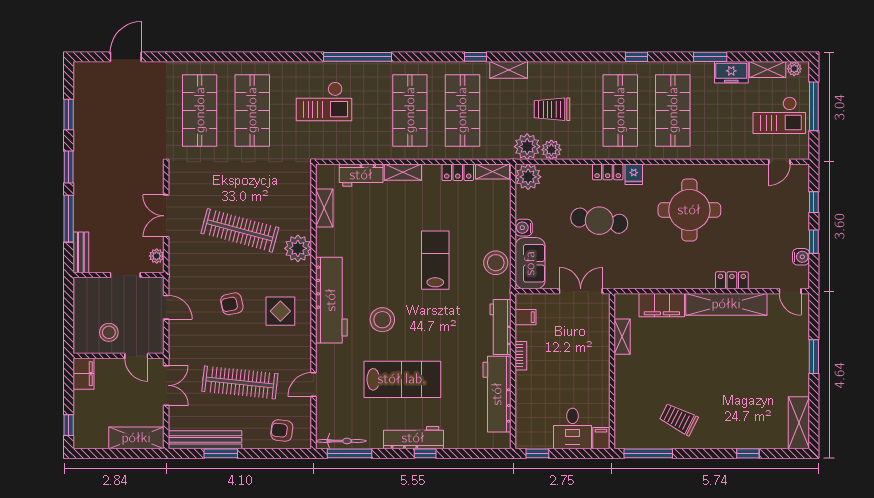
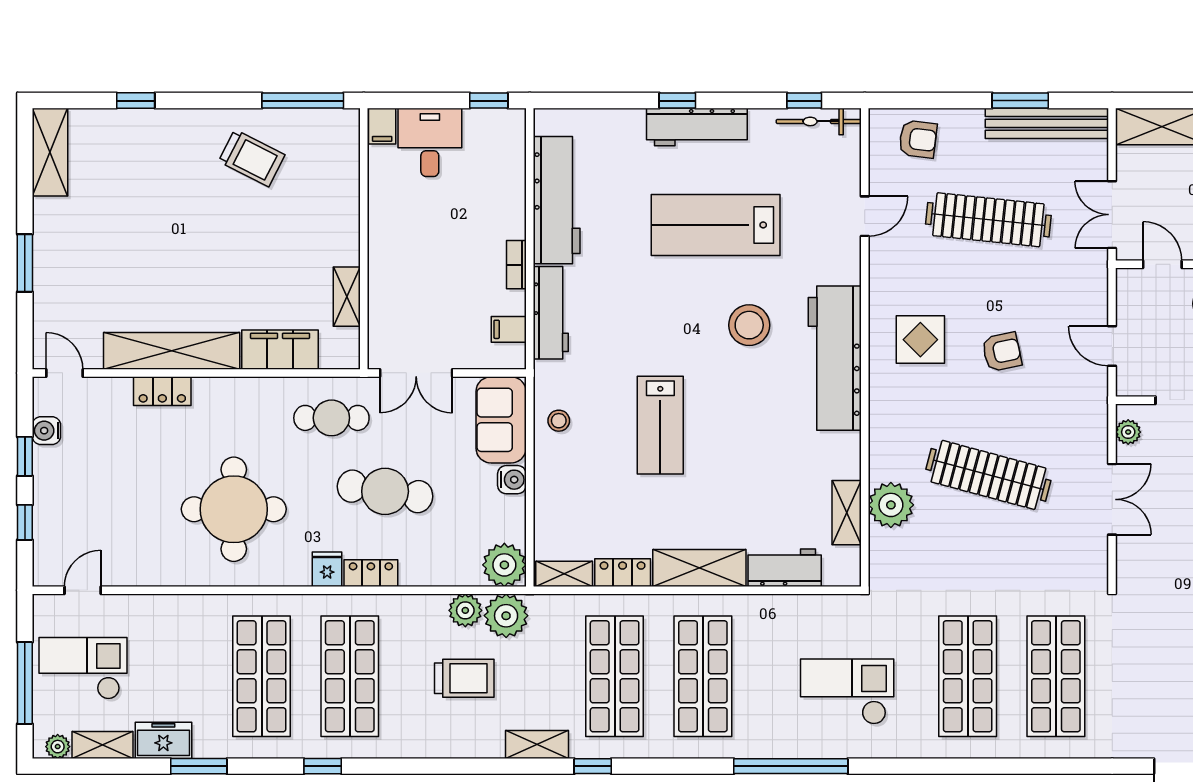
shelving: (403, 172) -> (699, 568), width x1.50, depth x1.33
plant: (298, 248) -> (891, 505), moved
stool: (496, 263) -> (559, 421), width x0.53, depth x0.53
cafe table: (631, 264) -> (331, 418), added
window: (349, 453) -> (804, 101), width x0.46

